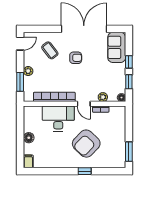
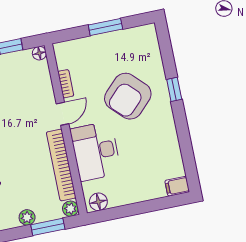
plant: (103, 97) -> (70, 209), moved
floor lamp: (29, 138) -> (98, 202), moved
armchair: (86, 144) -> (128, 96), turned 91
window: (129, 152) -> (105, 27), moved

